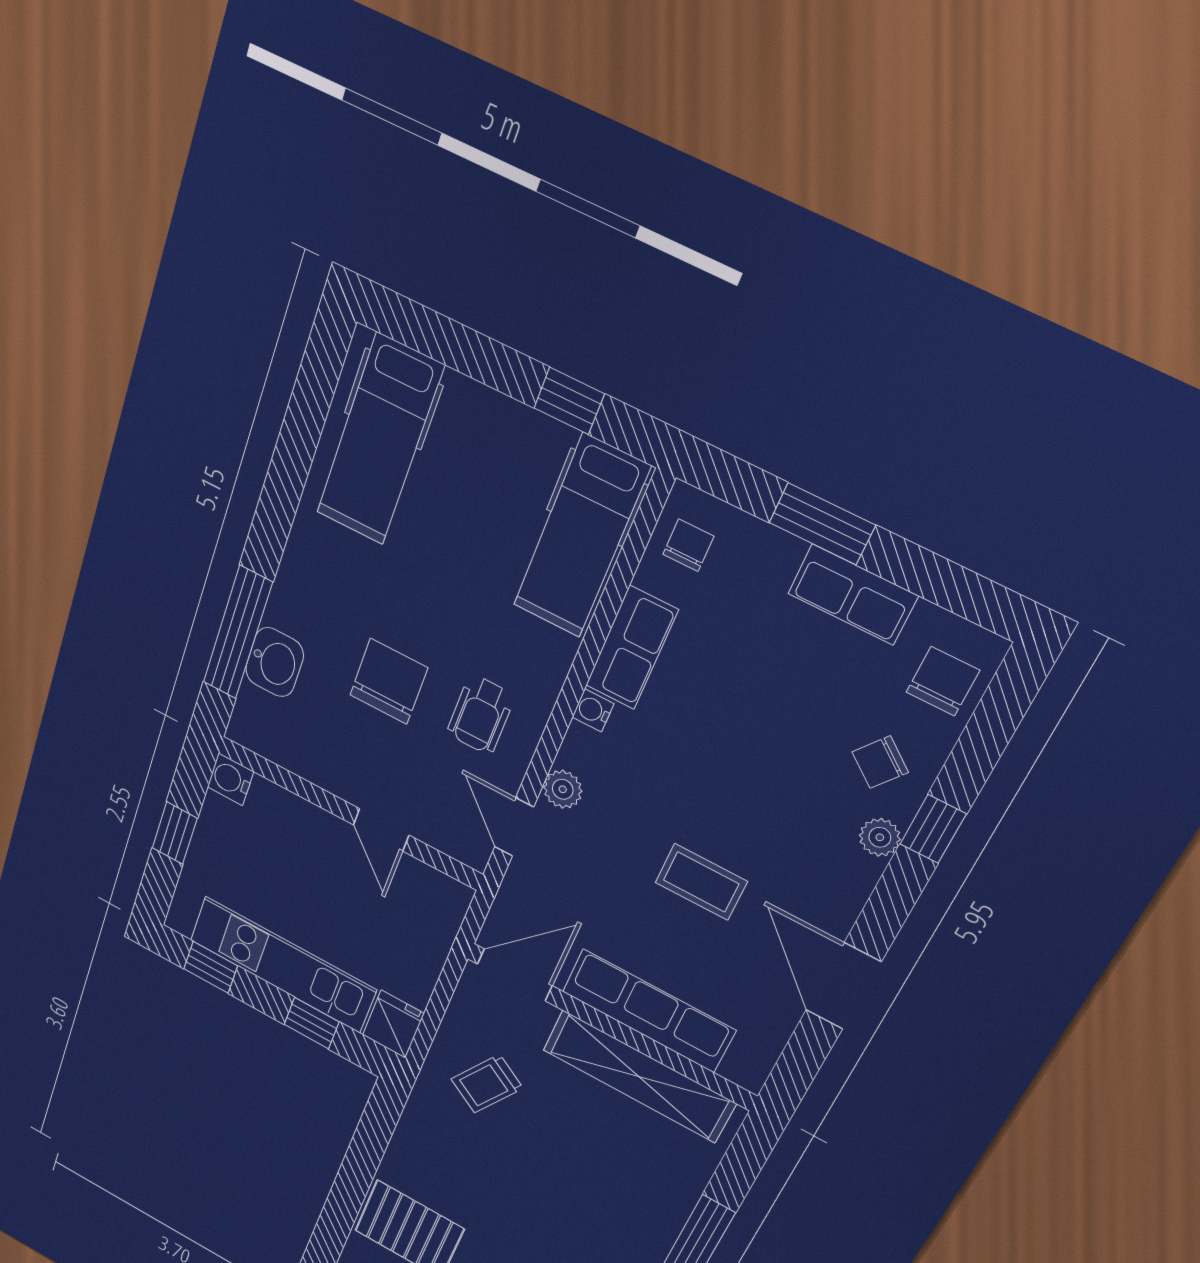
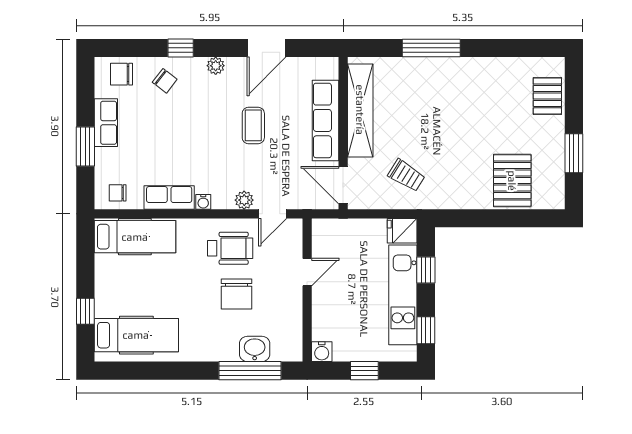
window: (569, 401) -> (85, 311), moved
chair: (389, 681) -> (236, 294), turned -90
wheelchair: (481, 715) -> (230, 248), width x1.36, depth x1.37
plant: (880, 837) -> (216, 66), moved

